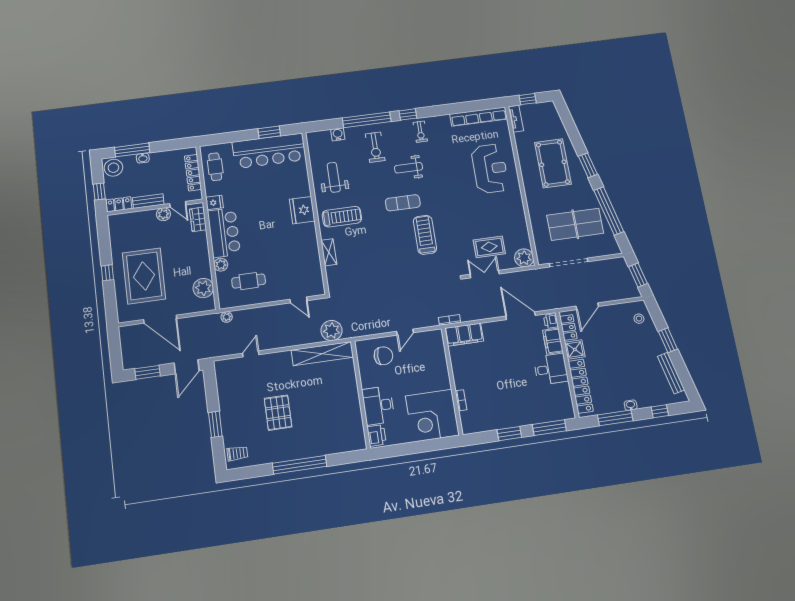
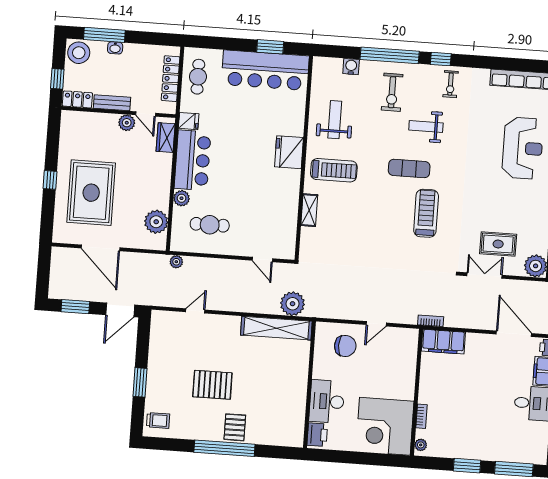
pallet: (278, 413) -> (212, 385), turned 90
plant: (466, 425) -> (421, 445), added
pallet: (305, 445) -> (235, 427), added

